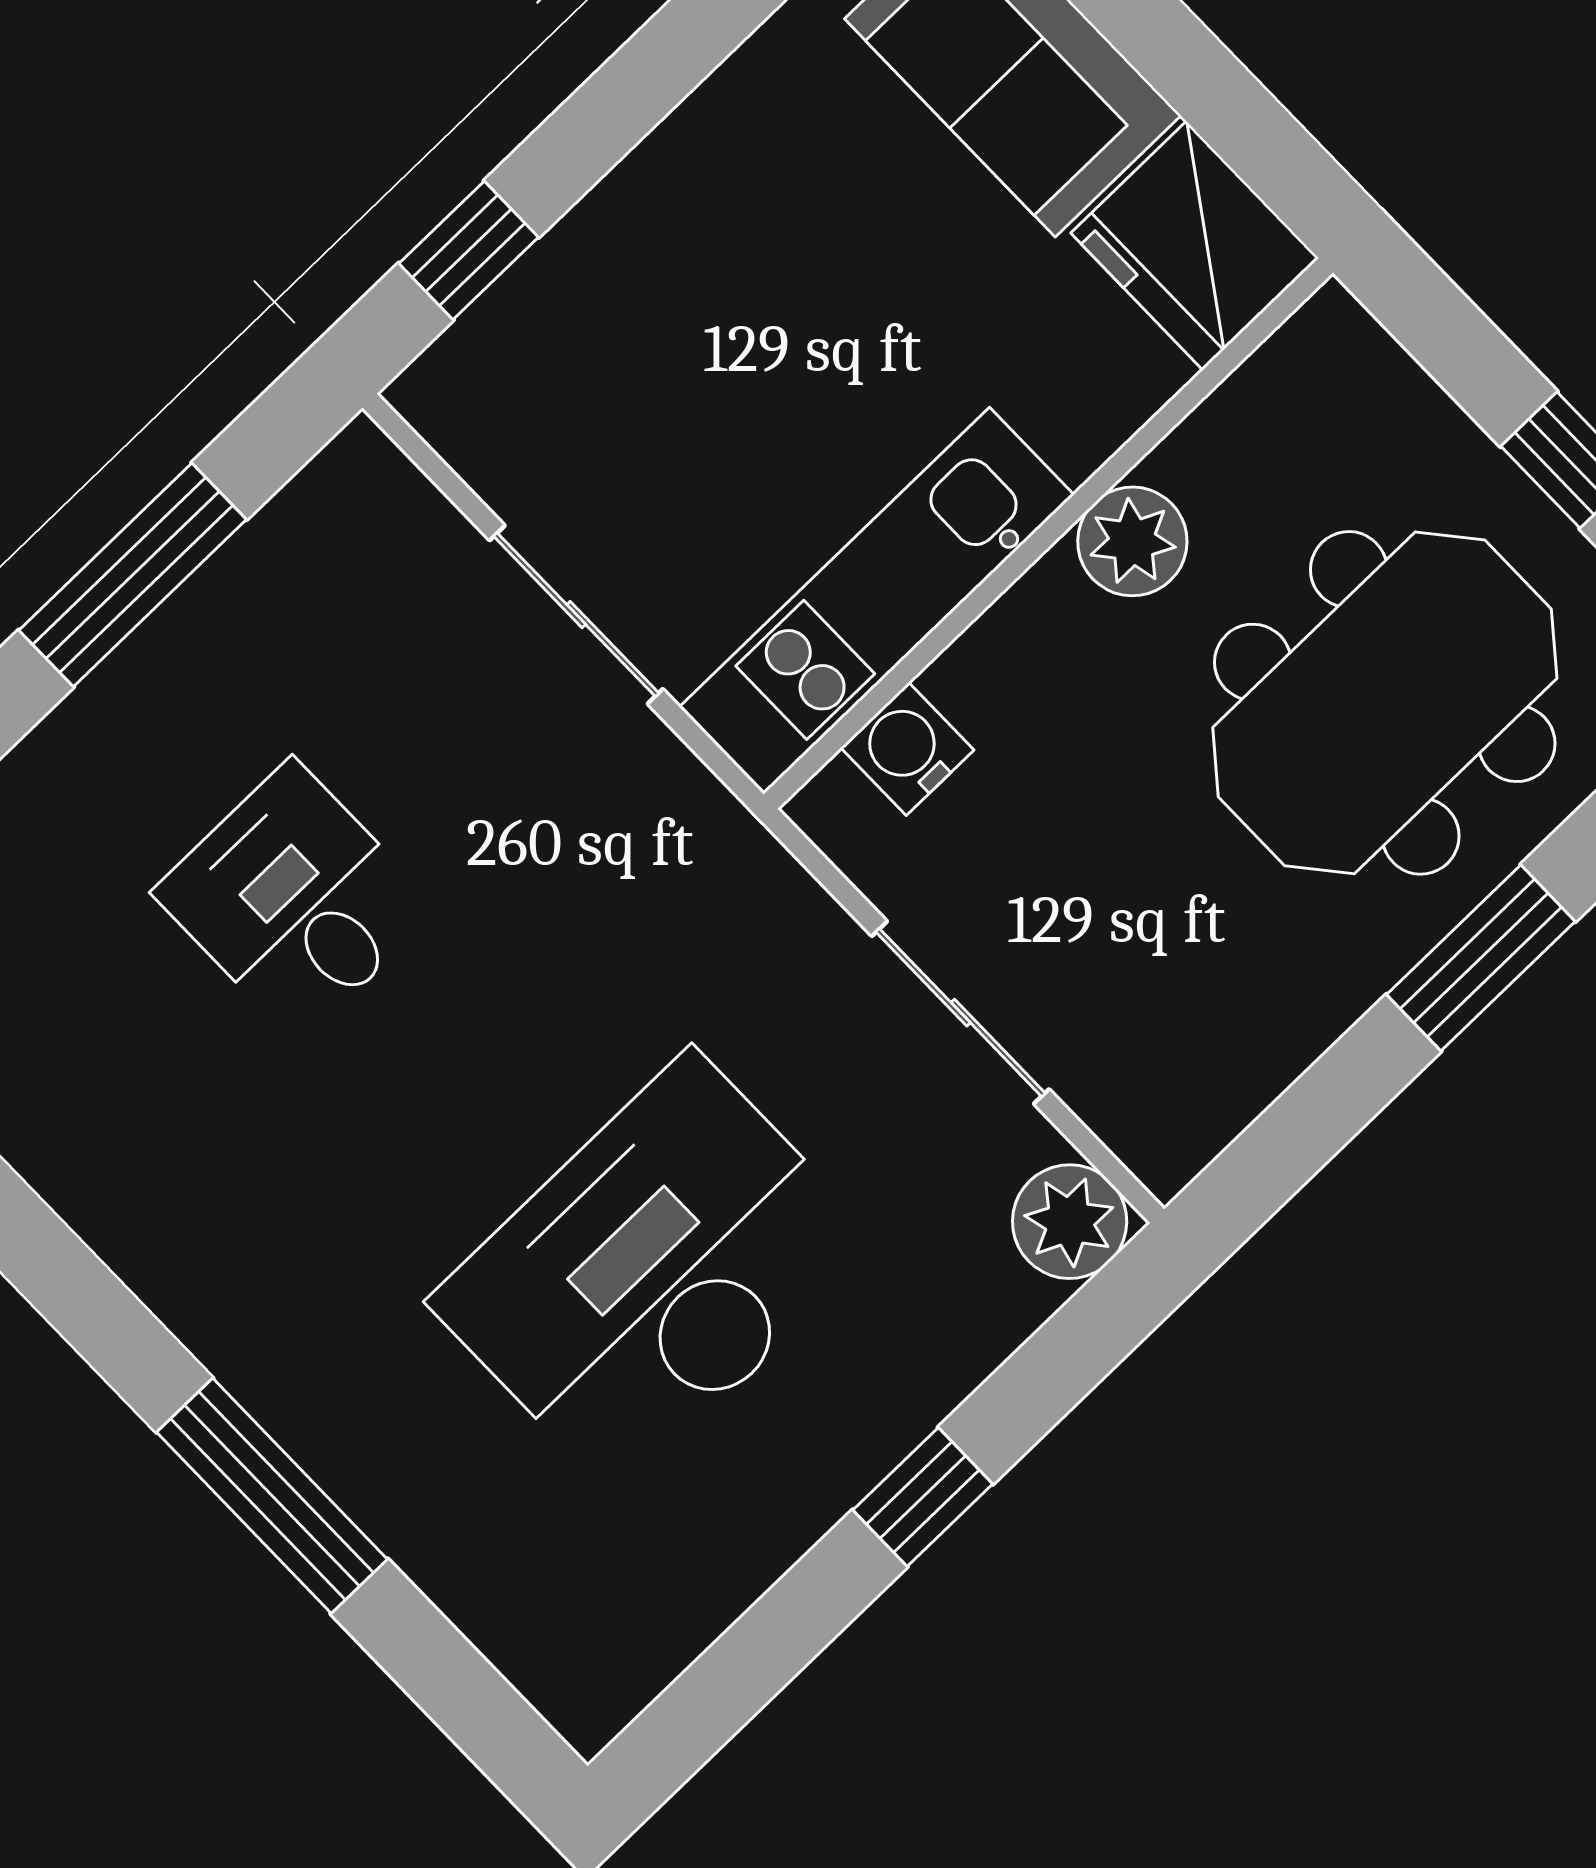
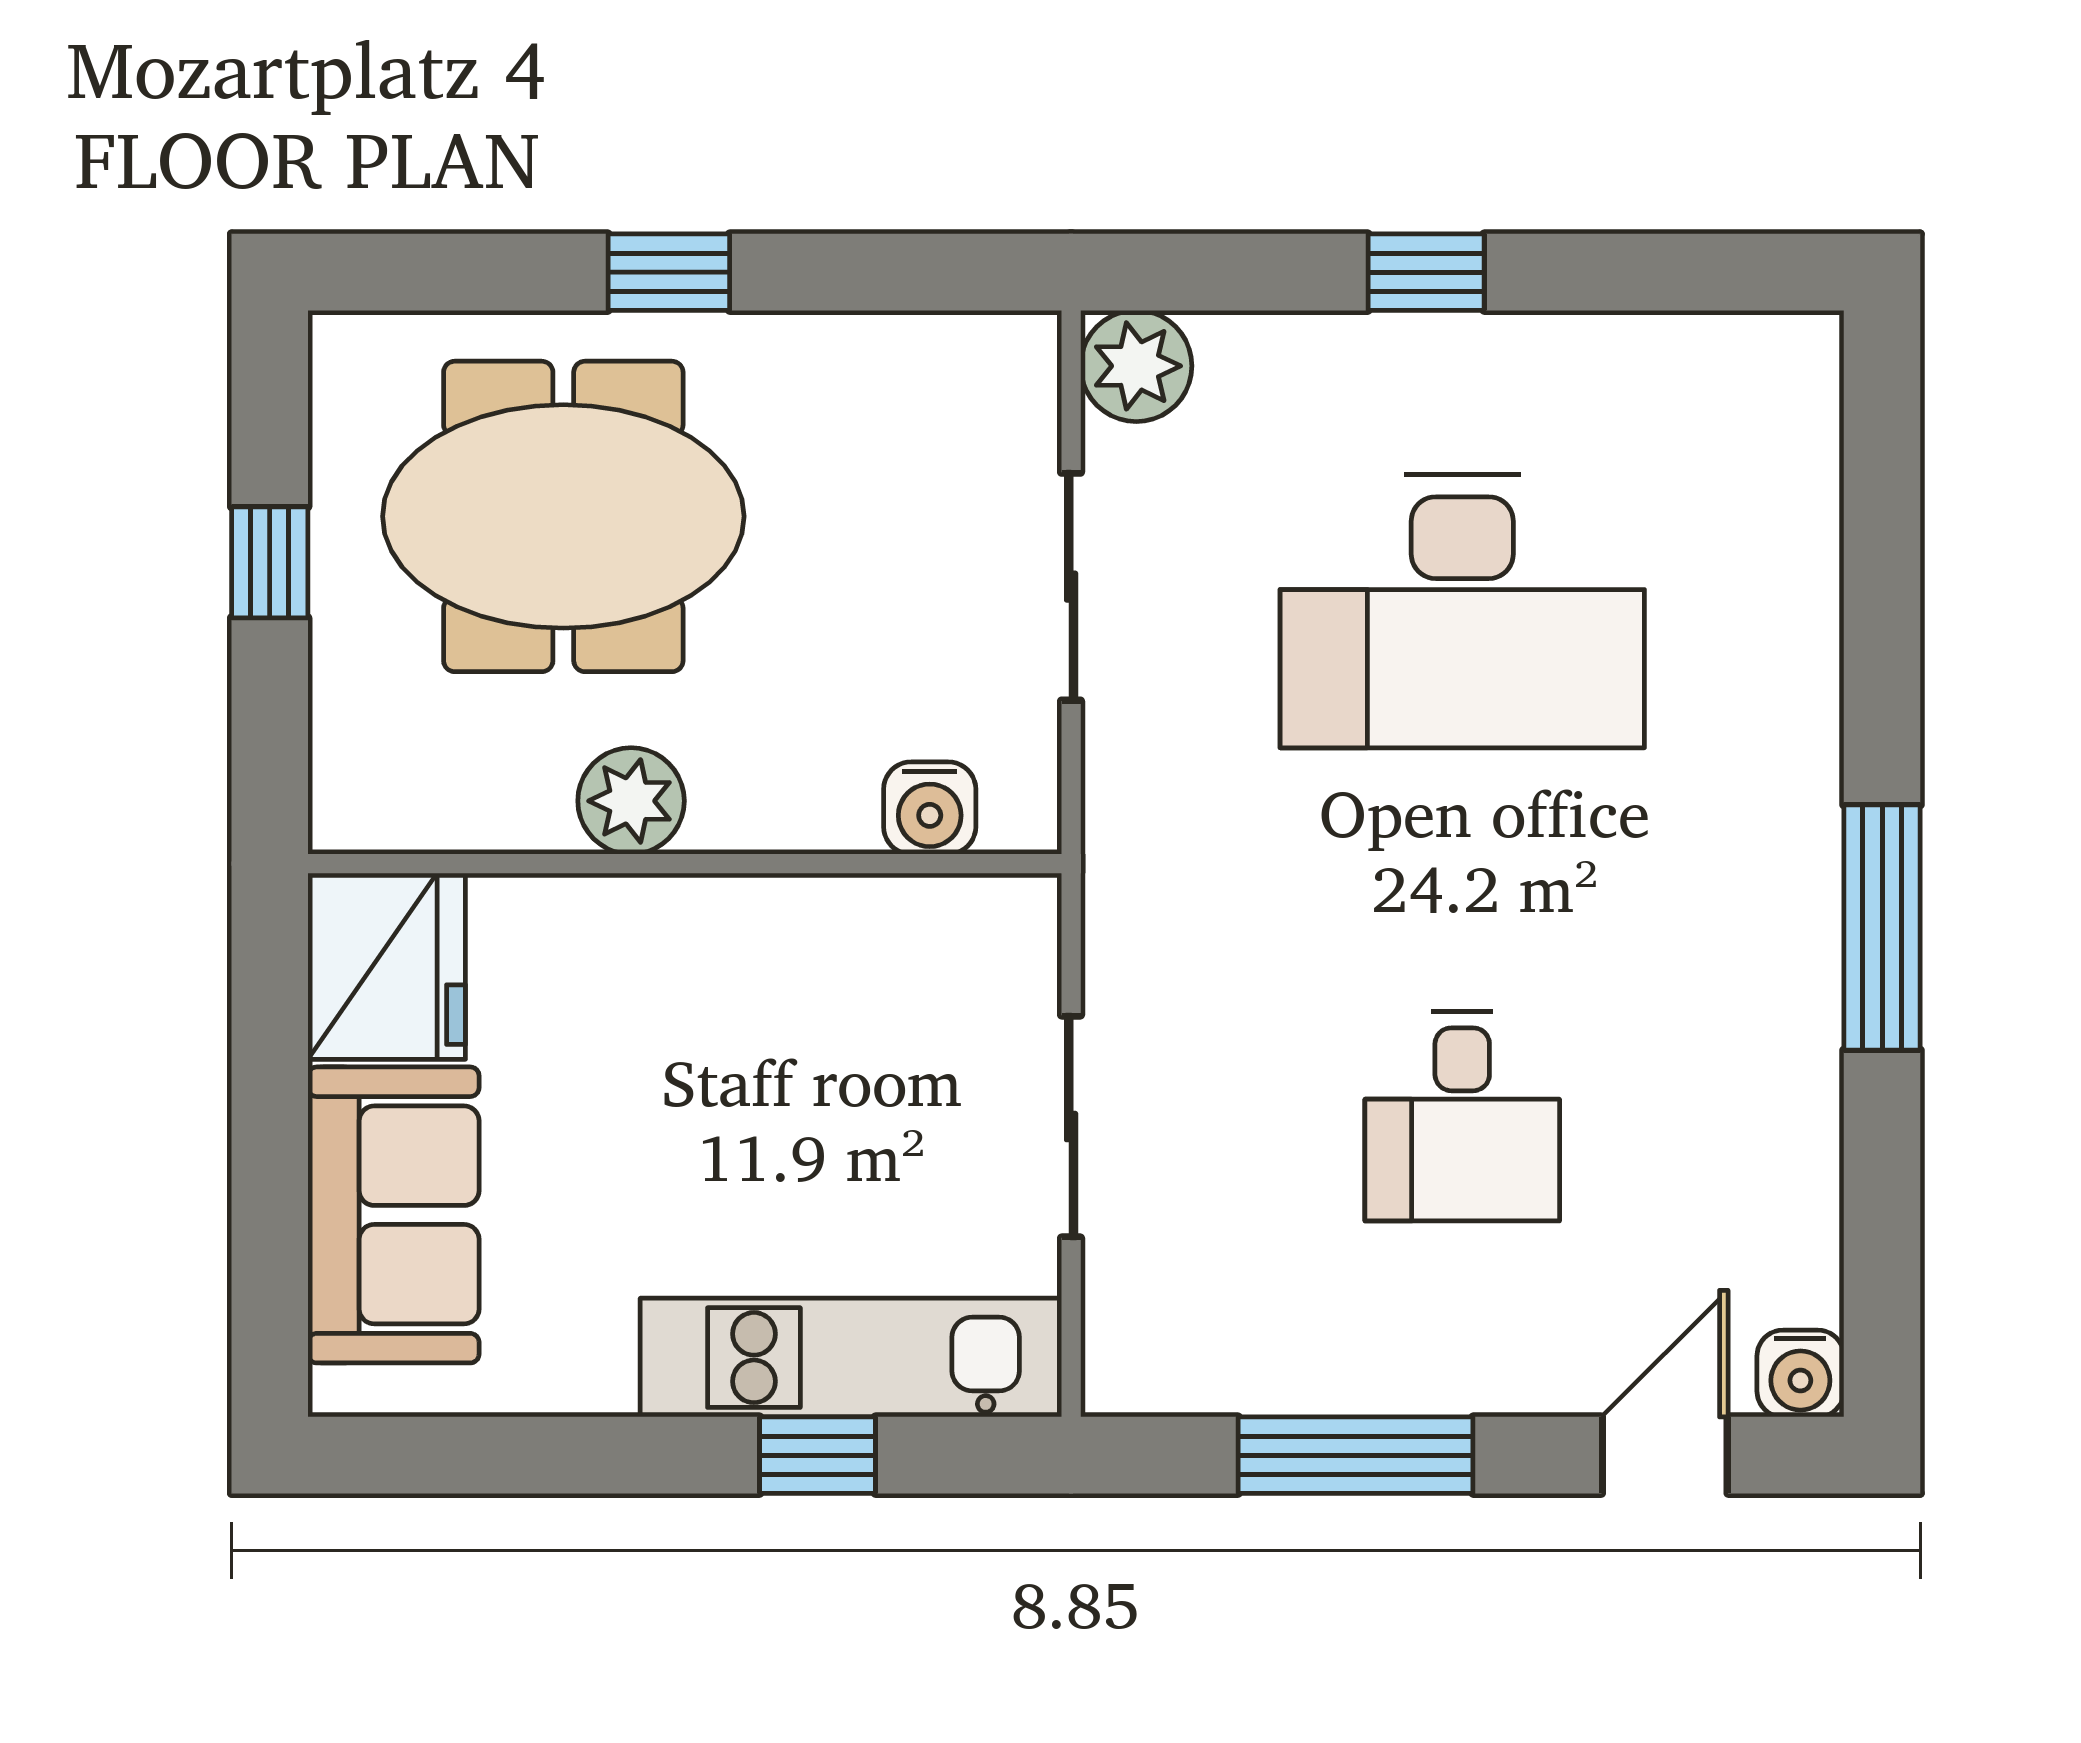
window: (469, 250) -> (817, 1455), moved
kitchen unit: (877, 601) -> (851, 1358), moved, turned 180
window: (1481, 958) -> (669, 272), width x0.67
window: (272, 1496) -> (1882, 927), moved

